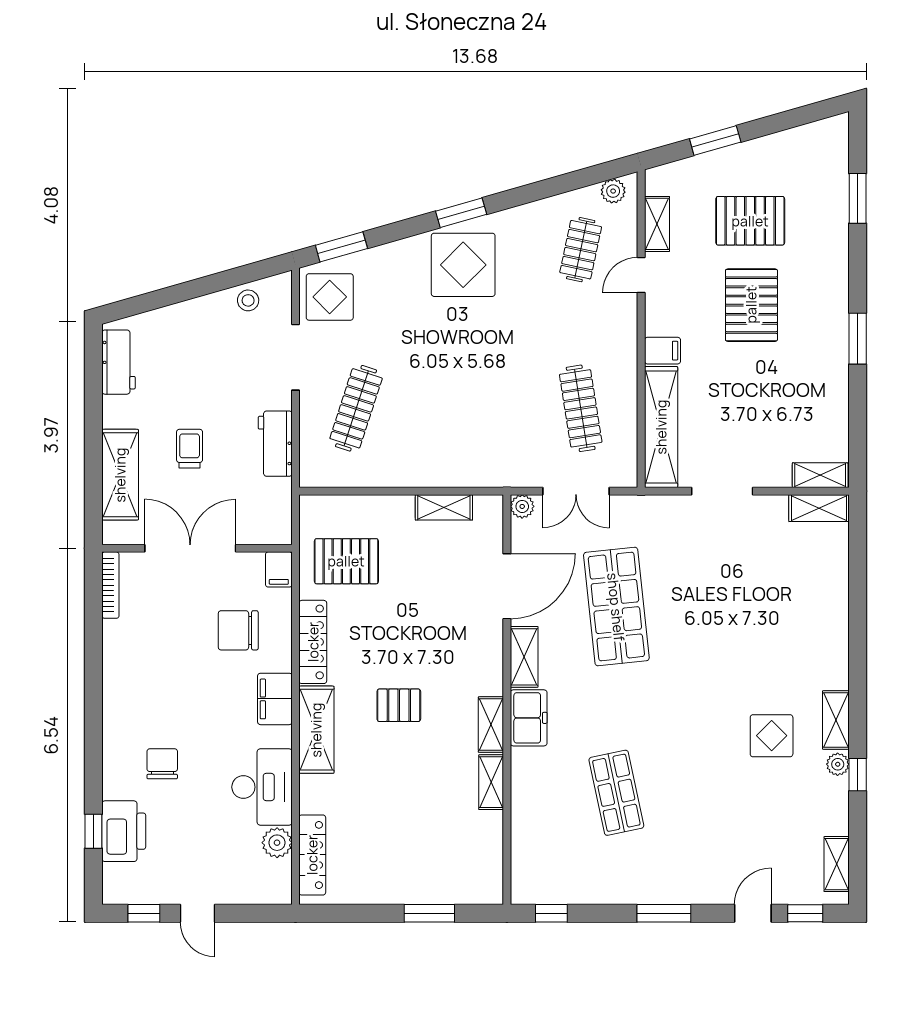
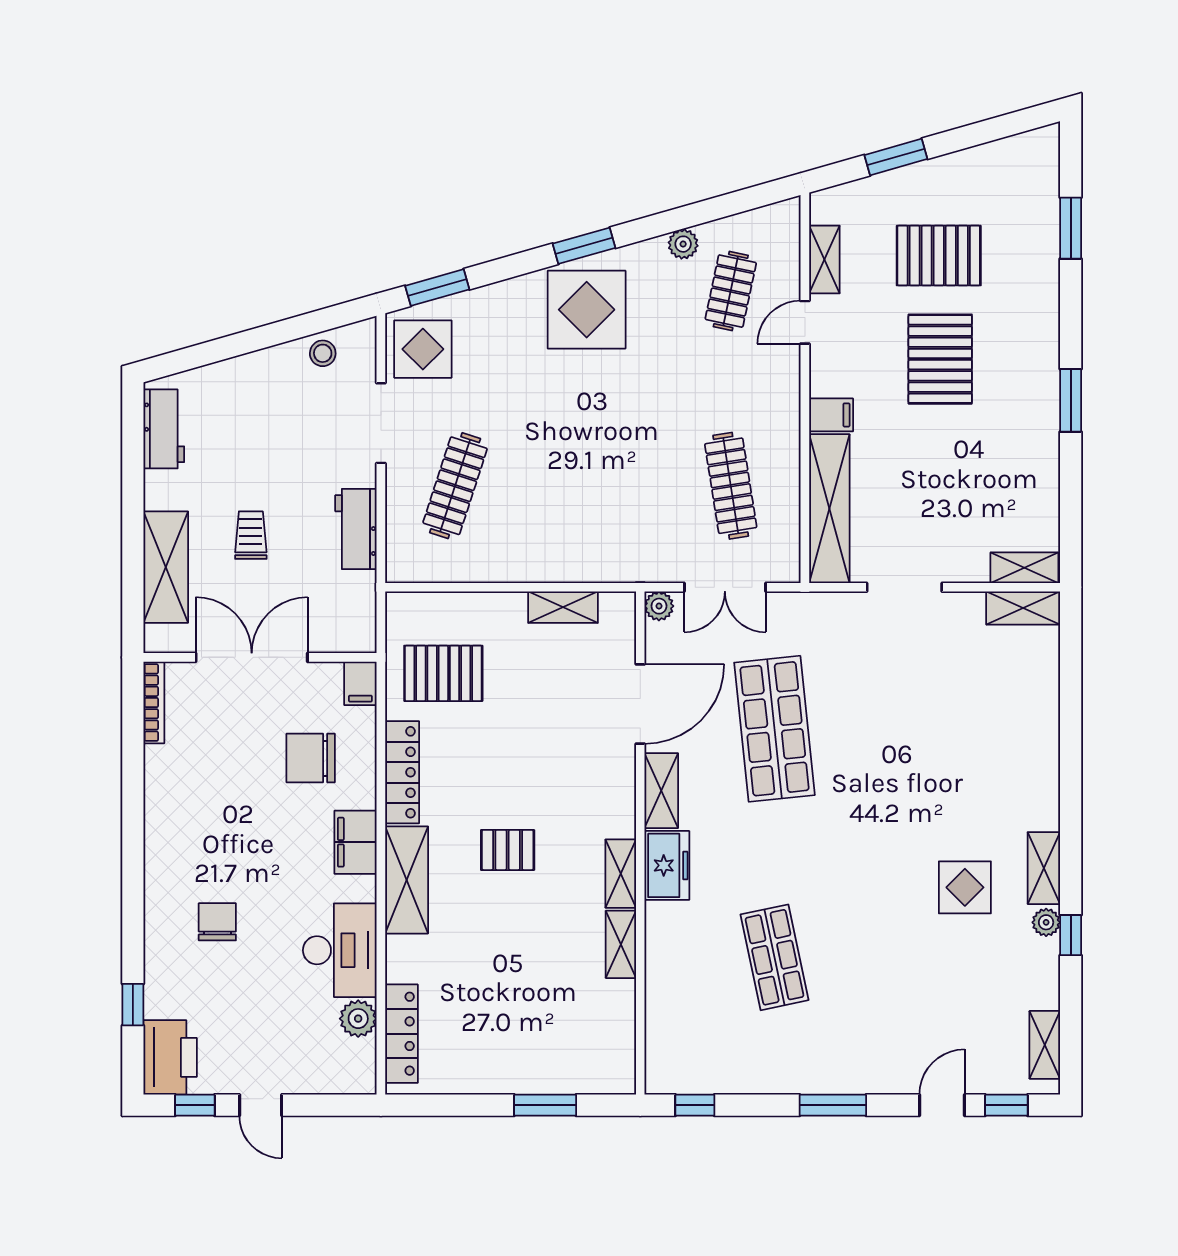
plant: (613, 191) -> (683, 244), moved
printer: (124, 831) -> (170, 1057), moved

